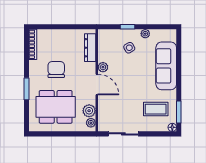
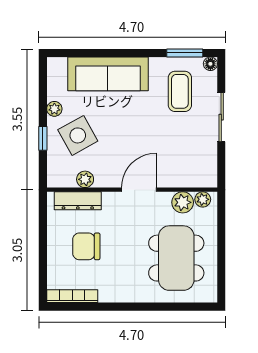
side table: (129, 48) -> (78, 135), width x1.87, depth x1.87
plant: (103, 67) -> (85, 179), moved
chair: (56, 70) -> (86, 246), moved
window: (27, 89) -> (146, 307), removed
sliding door: (123, 134) -> (221, 117), moved

